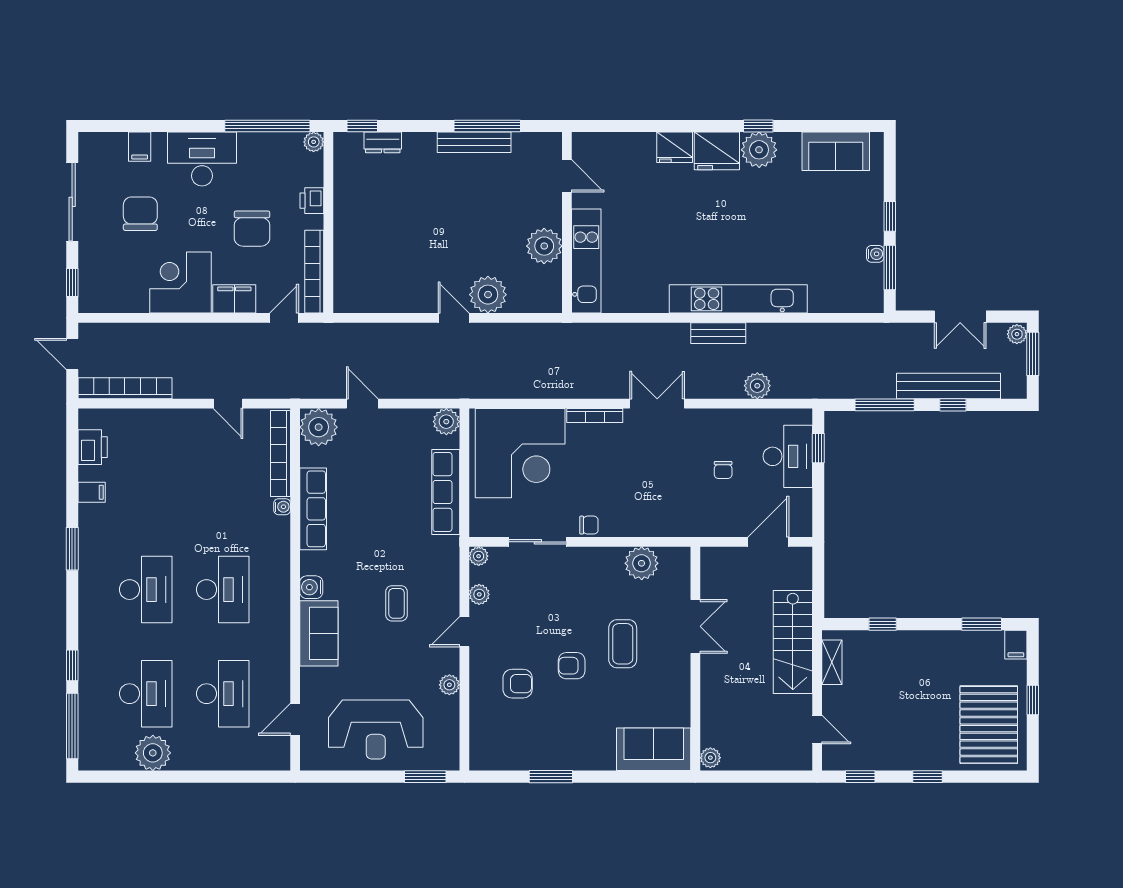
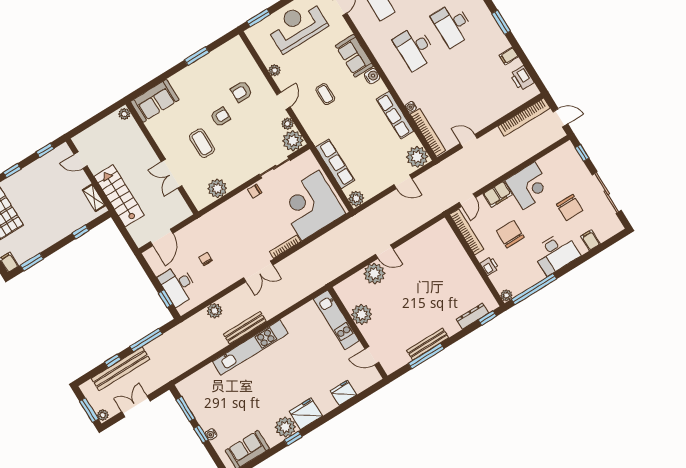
dresser: (383, 142) -> (472, 316), width x1.44
fridge: (675, 147) -> (343, 393), moved
water cooler: (875, 254) -> (211, 434), moved
bench: (718, 333) -> (245, 328), width x1.36
plant: (479, 556) -> (293, 141), width x1.88, depth x1.88

